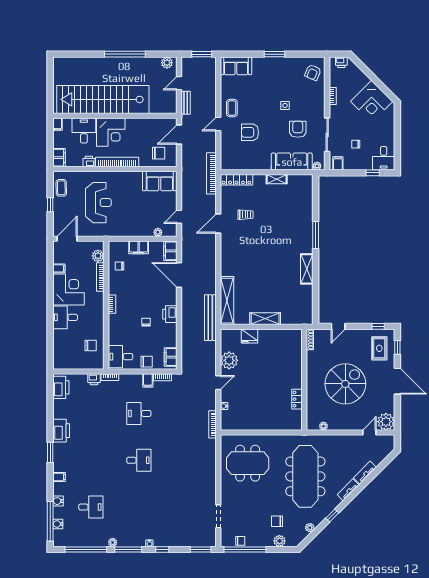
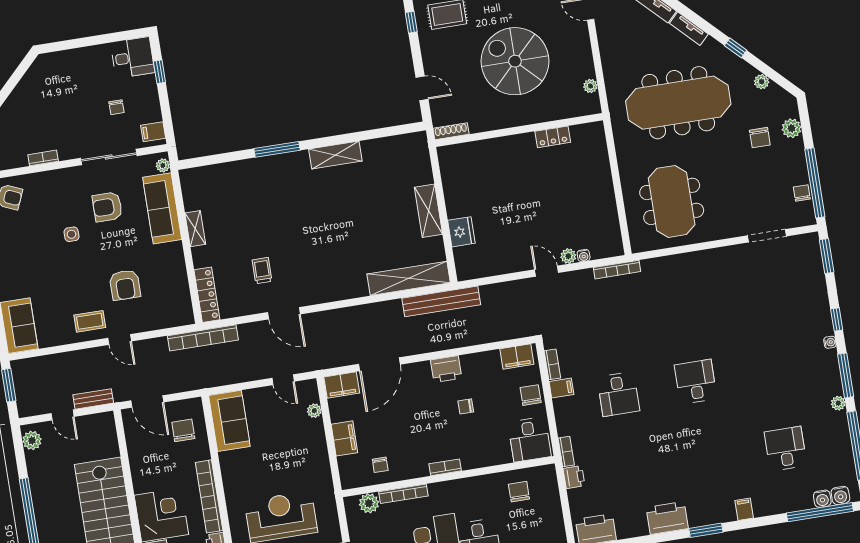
corner desk: (372, 101) -> (42, 92), removed
plant: (229, 360) -> (568, 256), moved, width x0.53, depth x0.53
water cooler: (58, 501) -> (840, 495), moved

